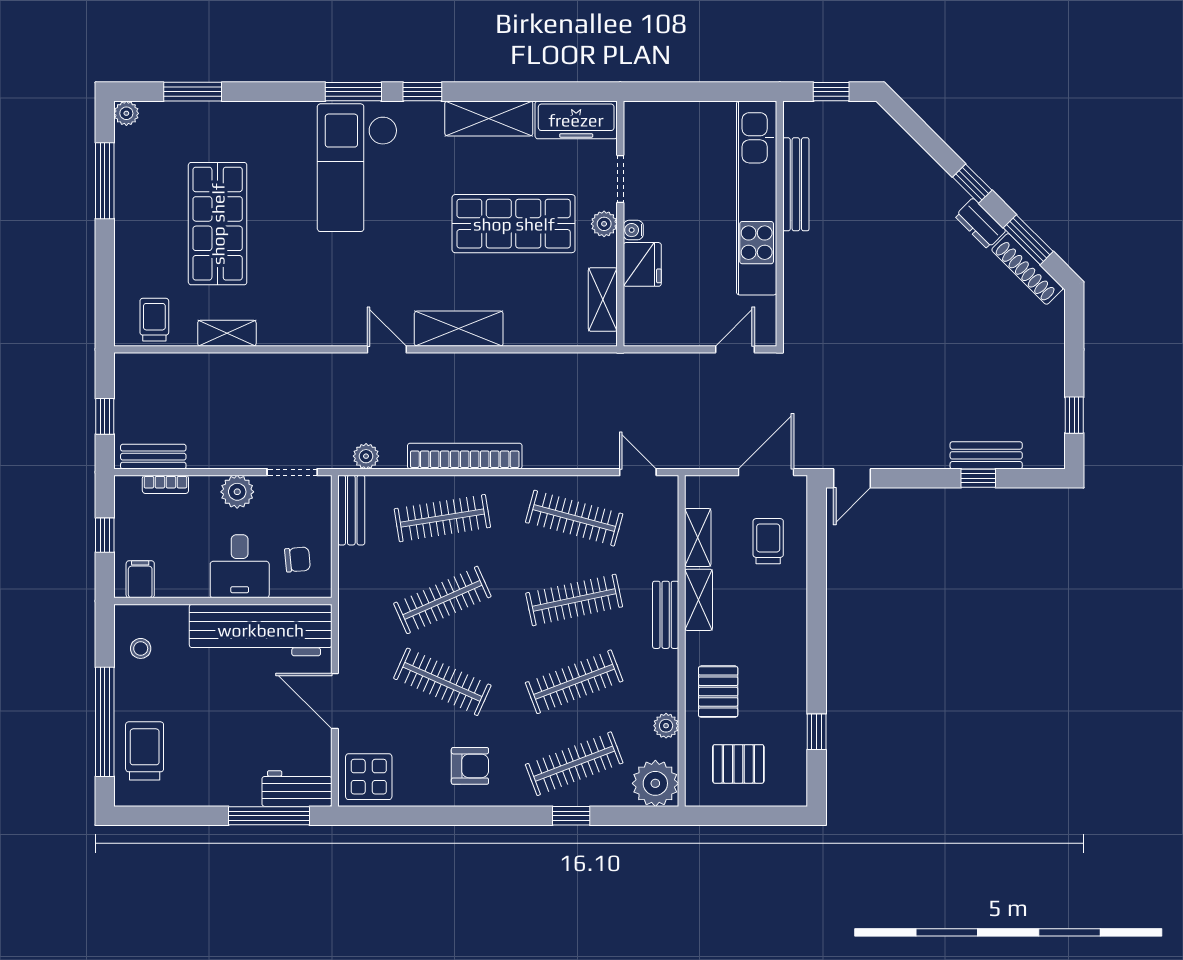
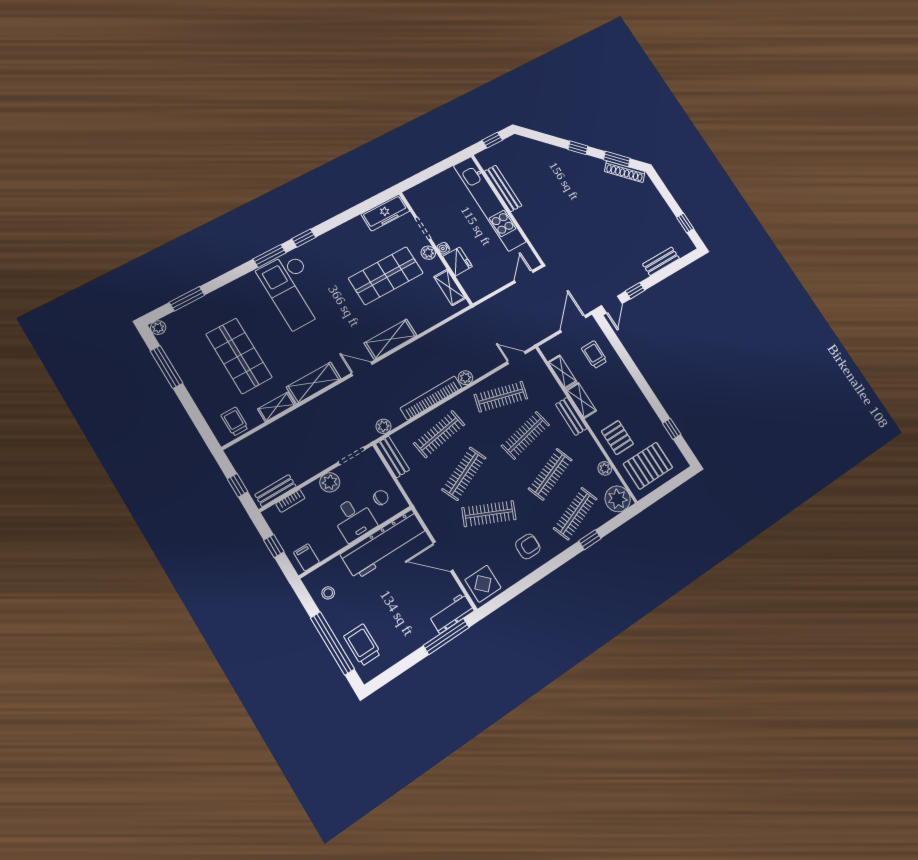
shelving: (489, 118) -> (314, 383), moved
dresser: (980, 223) -> (593, 163), removed
plant: (537, 456) -> (465, 378), added
window: (978, 478) -> (635, 291), moved
pallet: (738, 764) -> (648, 466), width x1.50, depth x1.42

